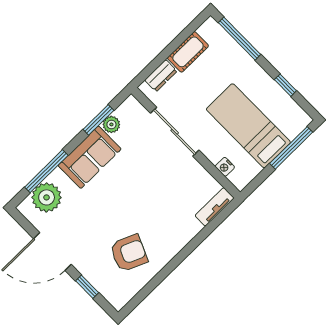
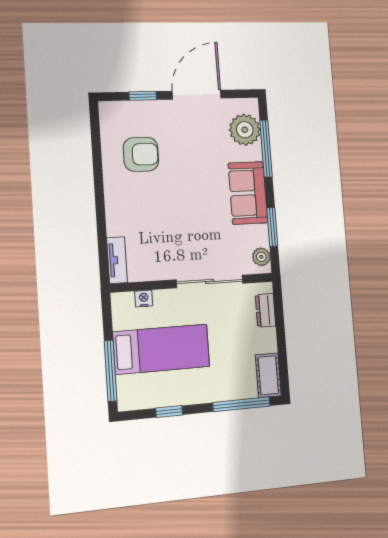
cot: (188, 52) -> (268, 375), moved
plant: (111, 124) -> (261, 257), moved
armchair: (129, 253) -> (141, 154), turned -114

